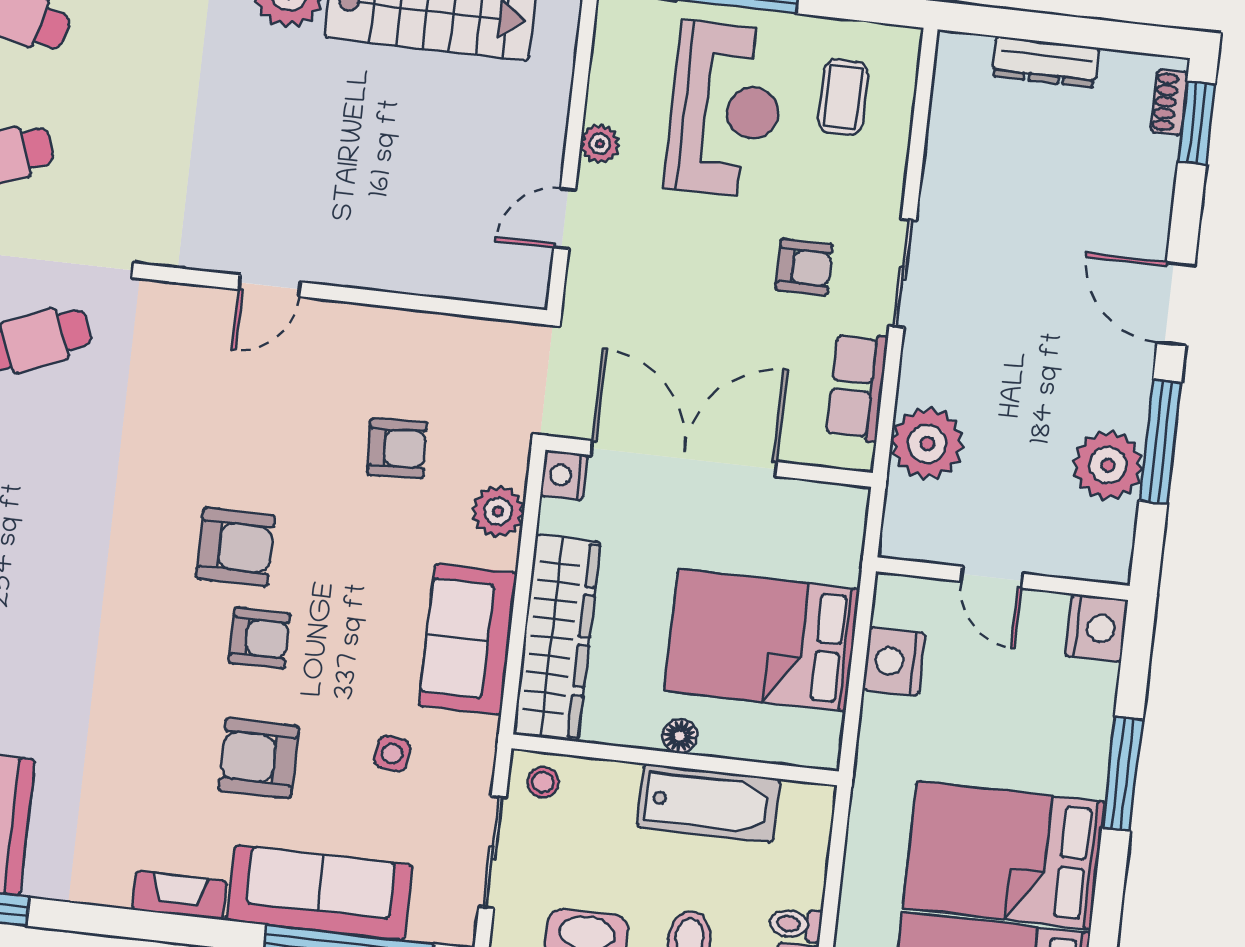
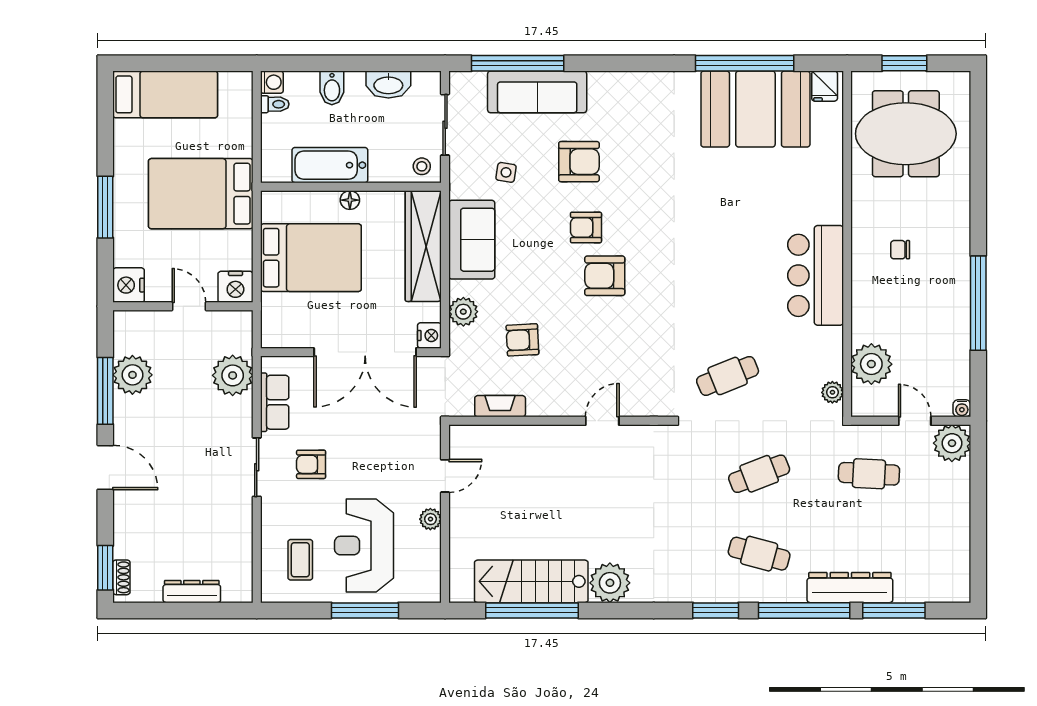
nightstand: (894, 662) -> (235, 287), moved, turned 90
bed: (1004, 855) -> (201, 194), moved, turned 180
fireplace: (179, 895) -> (500, 406), moved, turned 180

